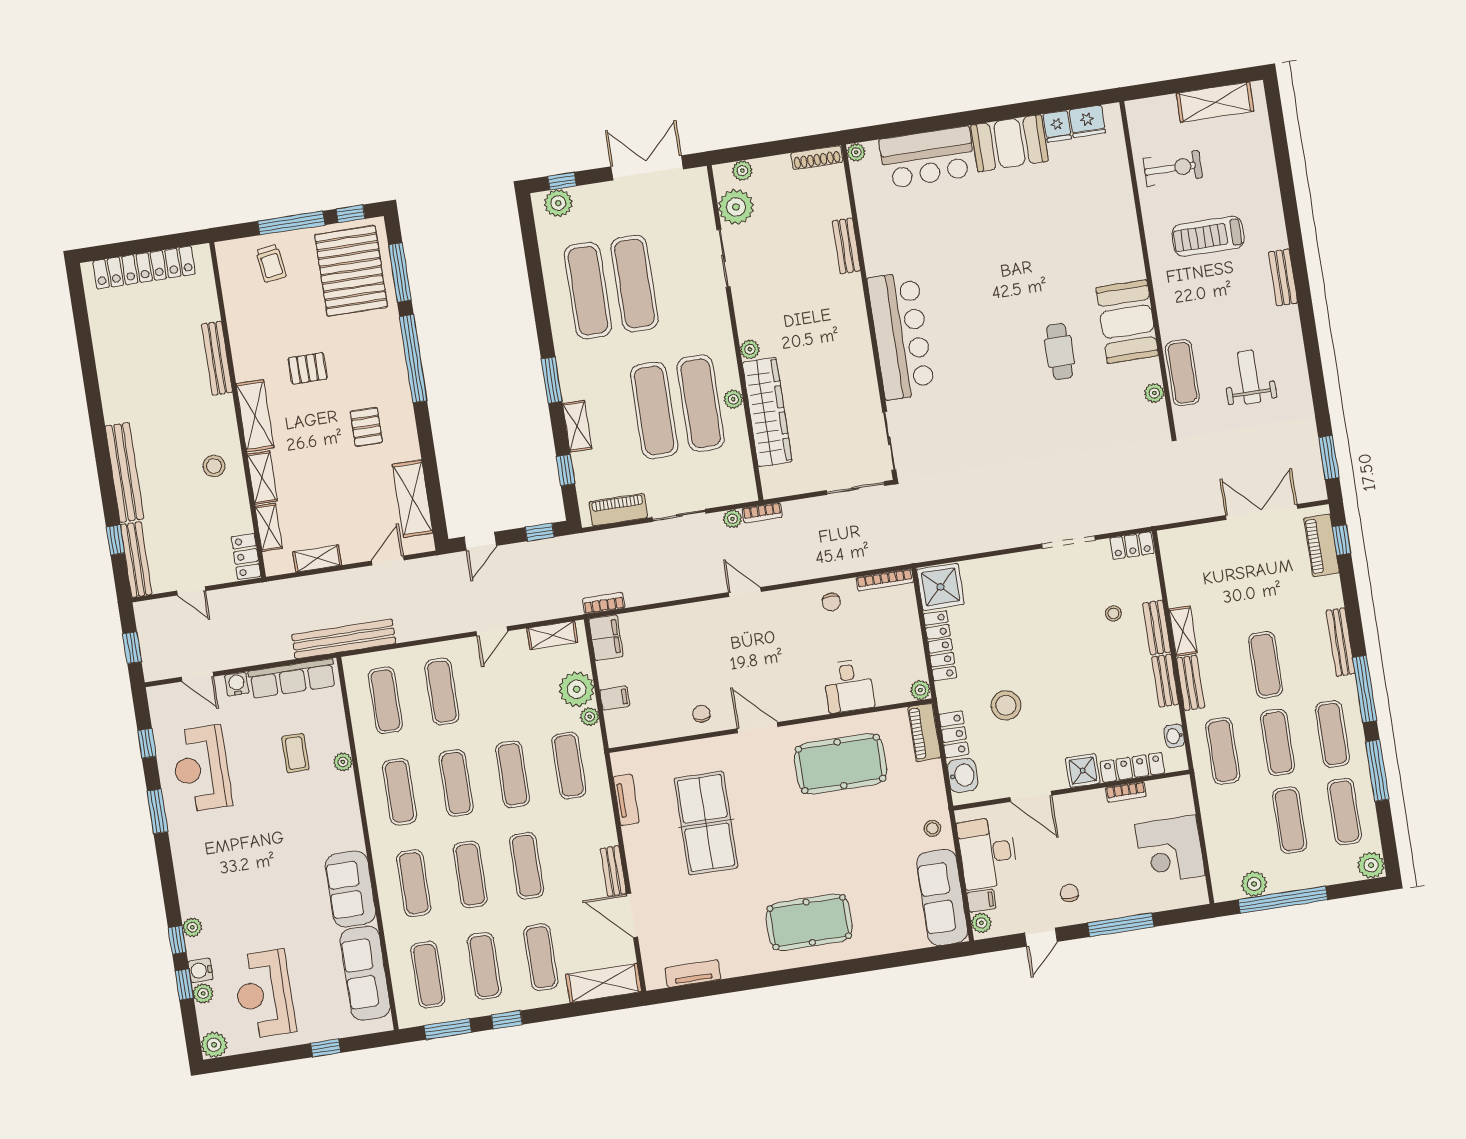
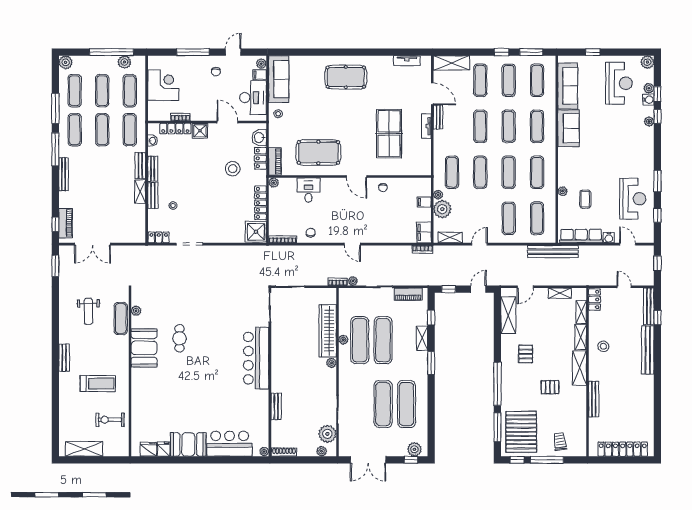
exercise mat: (1266, 665) -> (130, 91), moved
tv unit: (626, 800) -> (426, 126), moved

